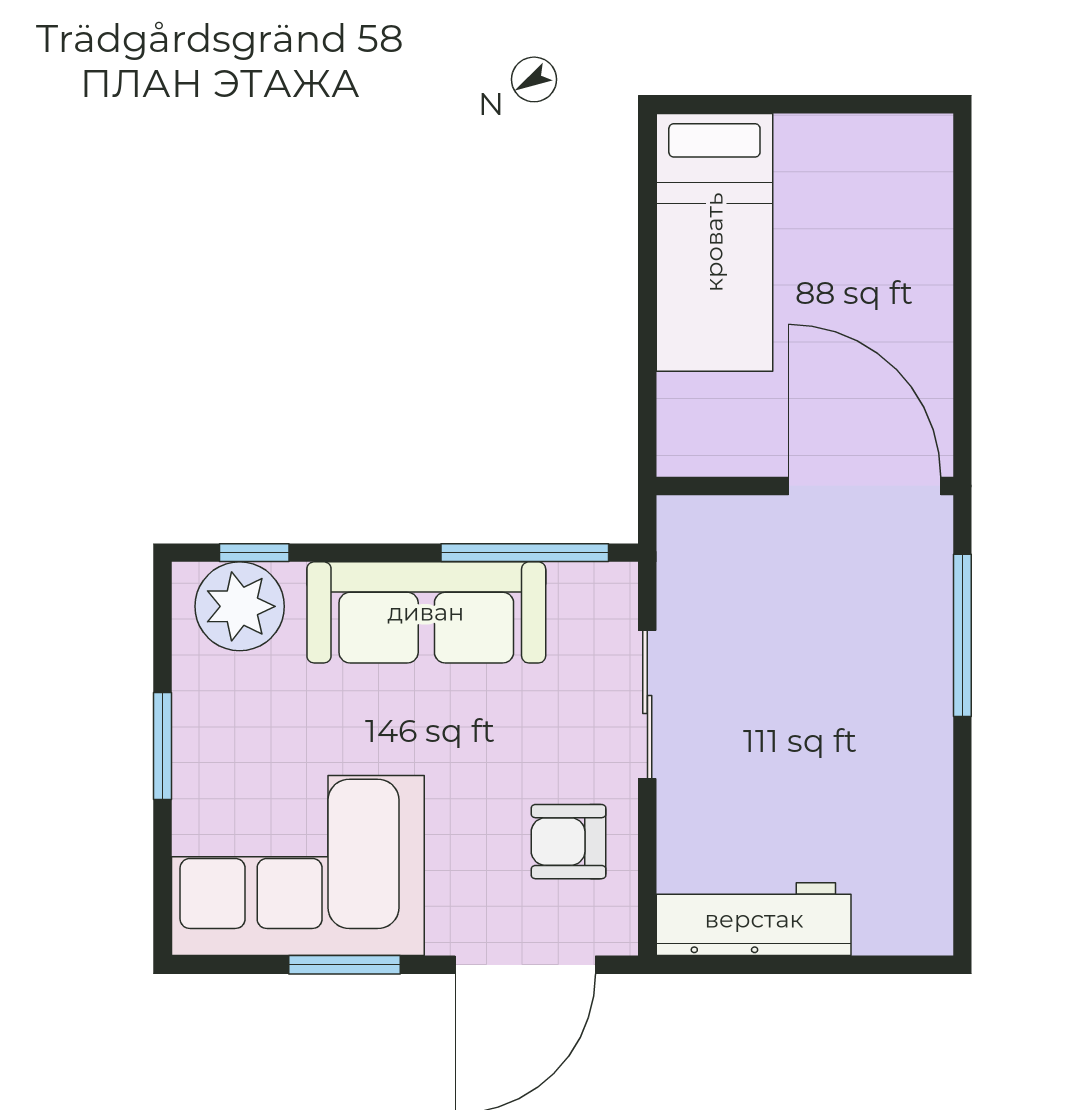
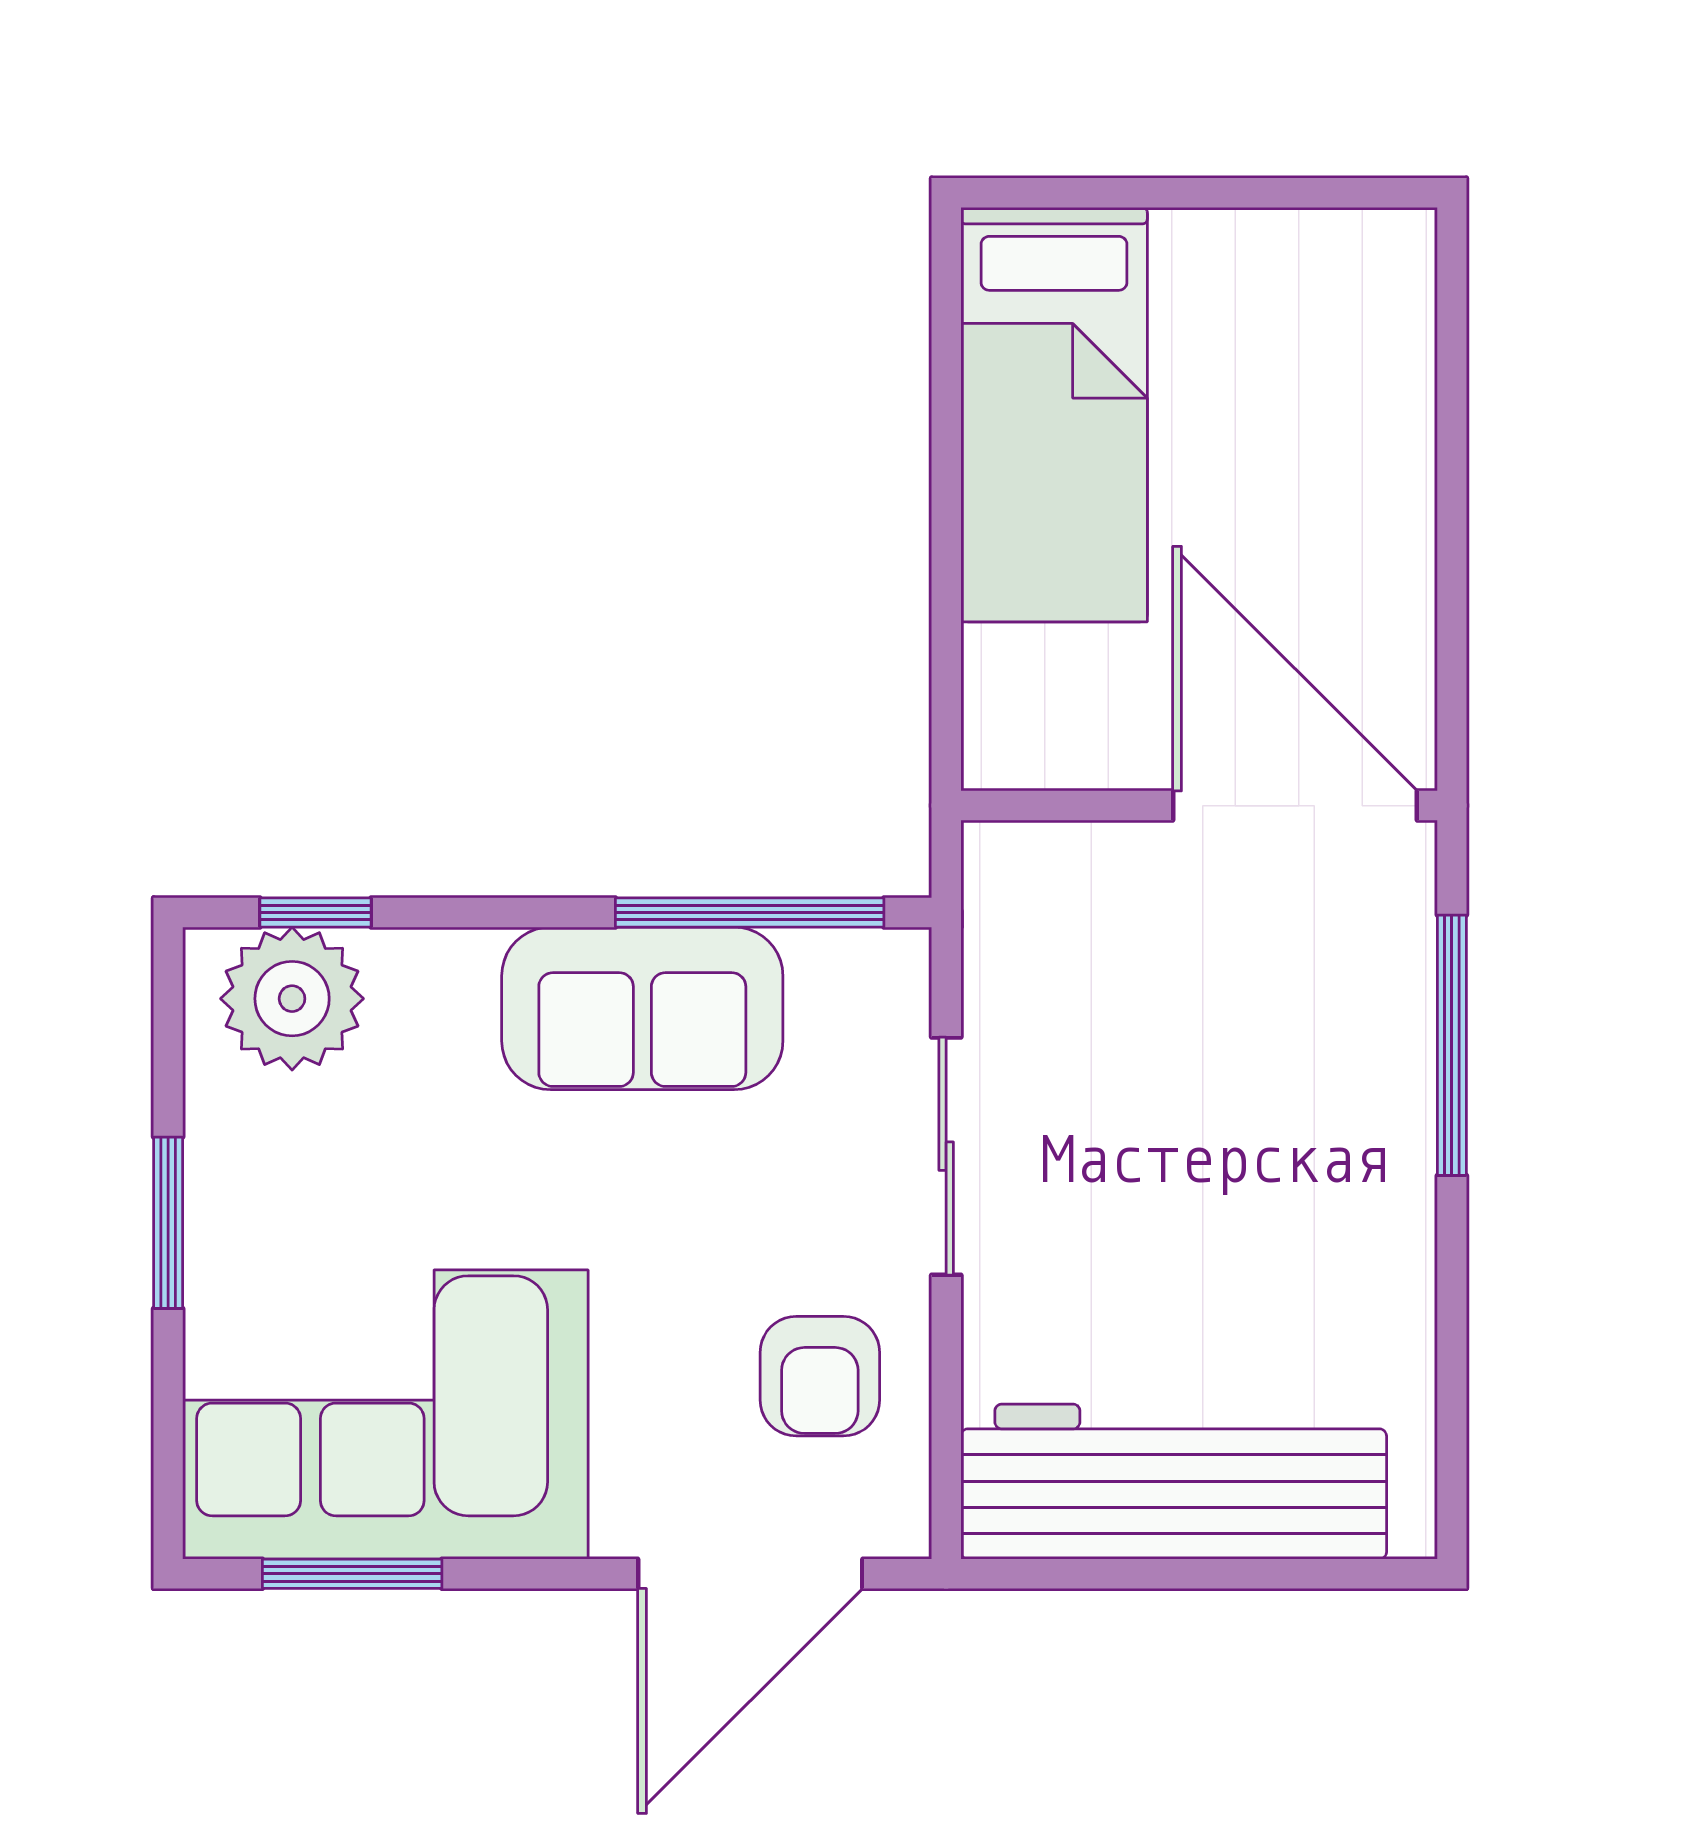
sofa: (426, 612) -> (642, 1008), width x0.73
armchair: (569, 842) -> (820, 1376), turned -90
workbench: (754, 919) -> (1174, 1482), width x1.36, depth x1.32
window: (345, 965) -> (352, 1574), moved

